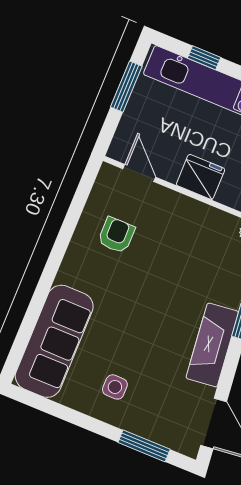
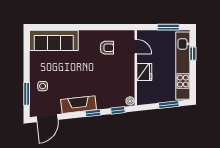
door: (139, 173) -> (136, 47), hinge flipped
side table: (115, 387) -> (43, 86), moved

